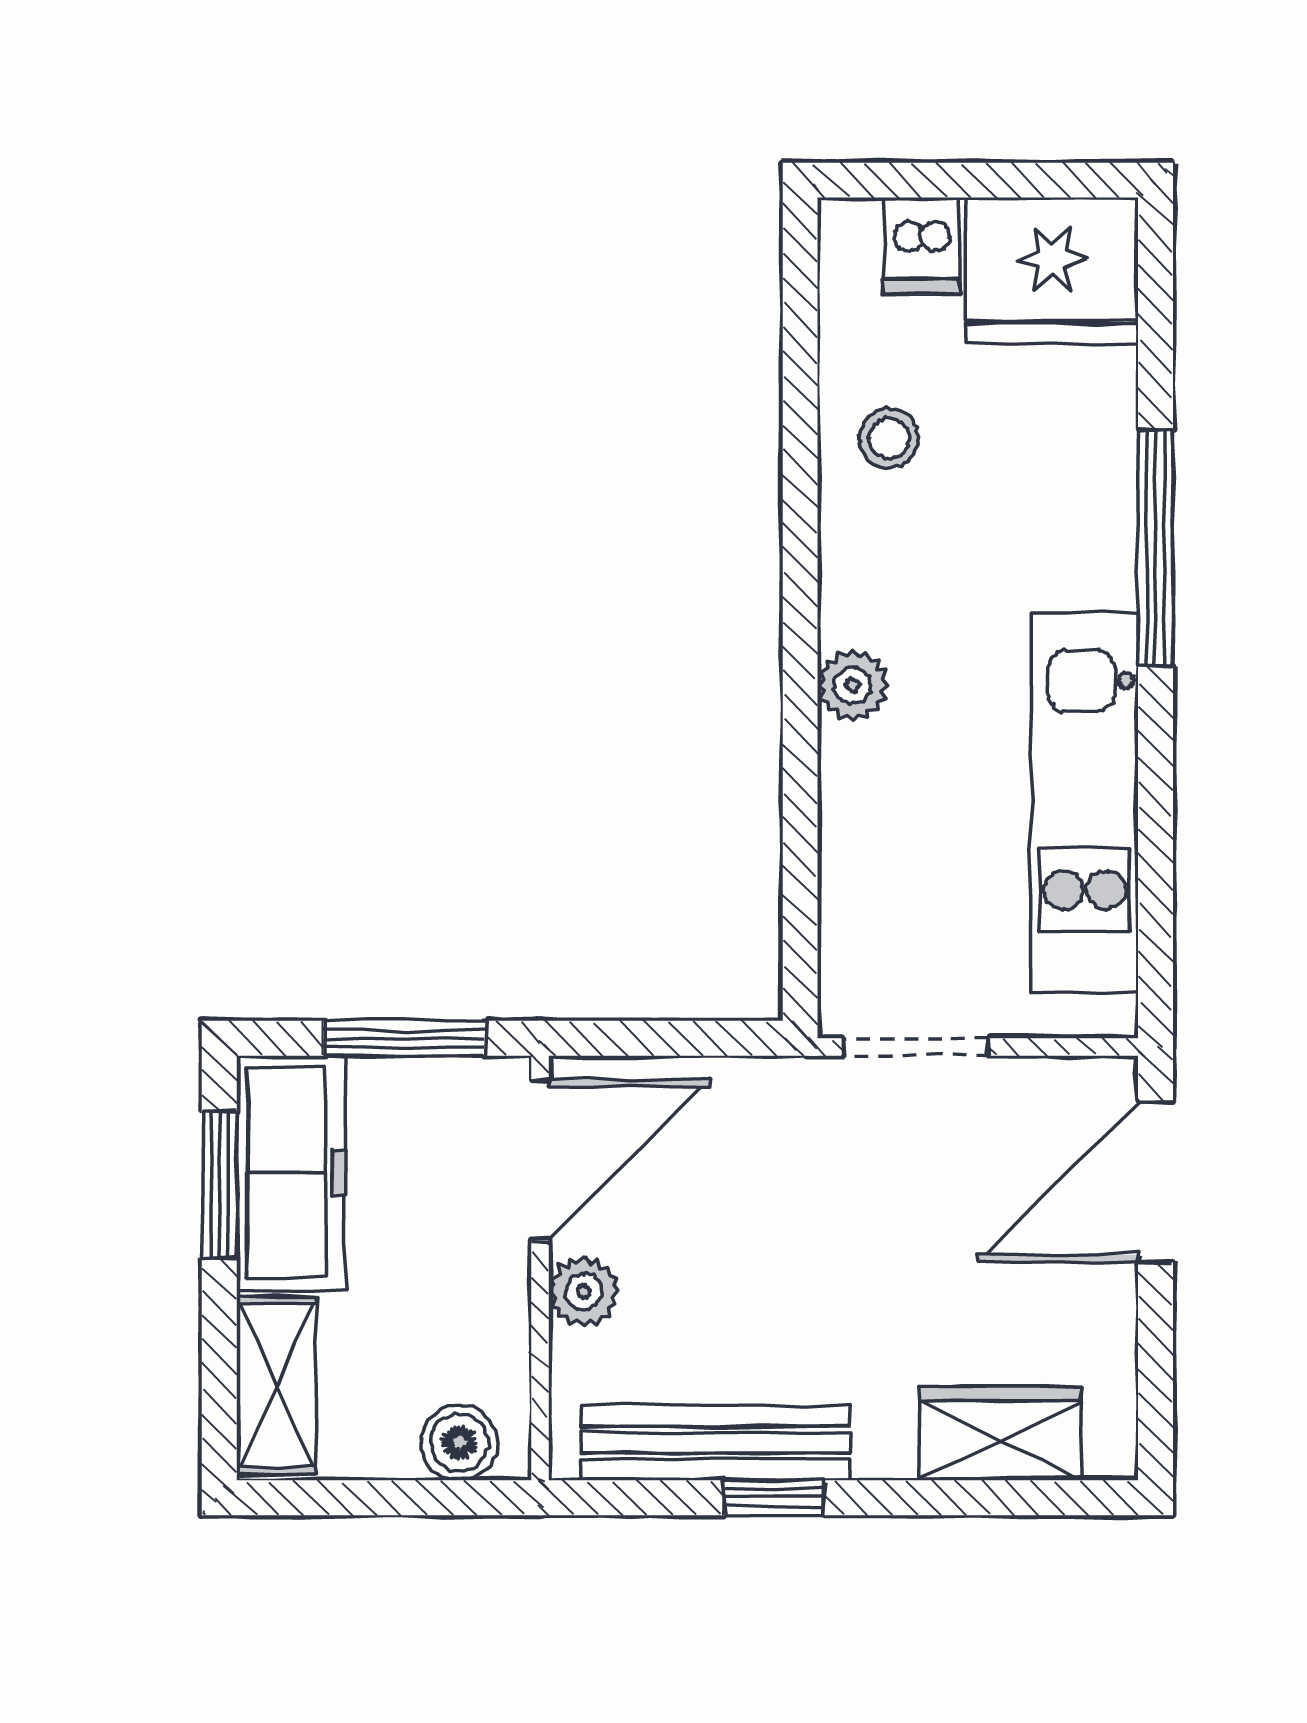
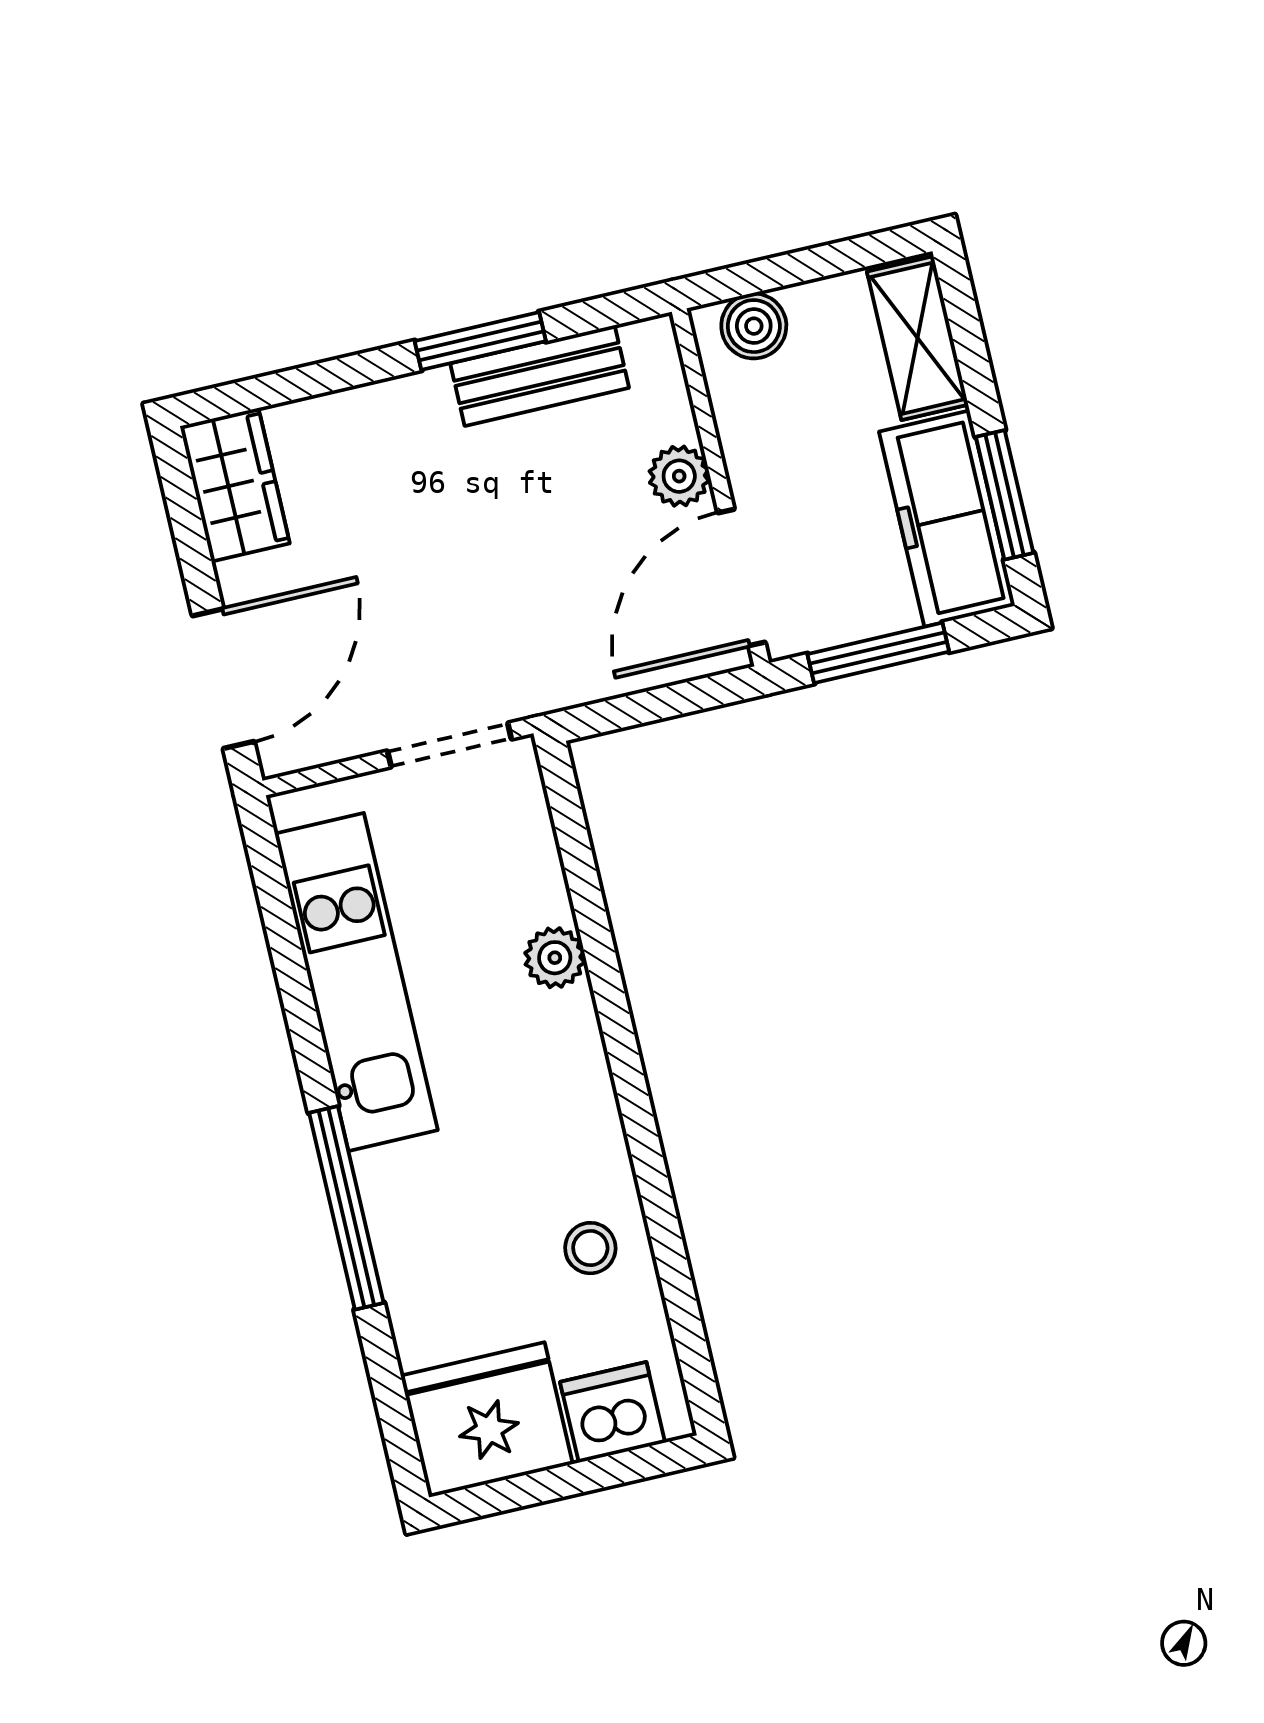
dishwasher: (921, 246) -> (613, 1412), width x1.38
plant: (853, 685) -> (555, 958), moved
wardrobe: (1001, 1433) -> (235, 485), moved, turned -90
bench: (716, 1443) -> (540, 376), width x0.73
window: (774, 1498) -> (480, 341), width x1.50

